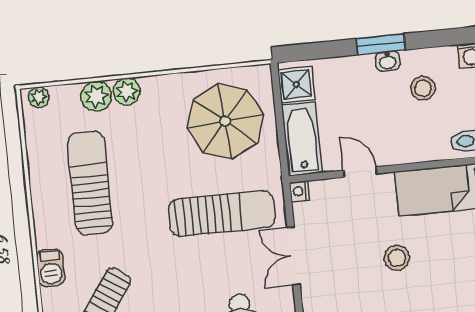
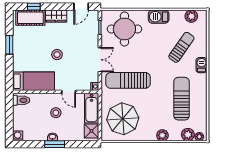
stool: (423, 88) -> (56, 113), moved
plant: (96, 96) -> (188, 135), moved
sun lounger: (90, 183) -> (182, 99), turned 180

